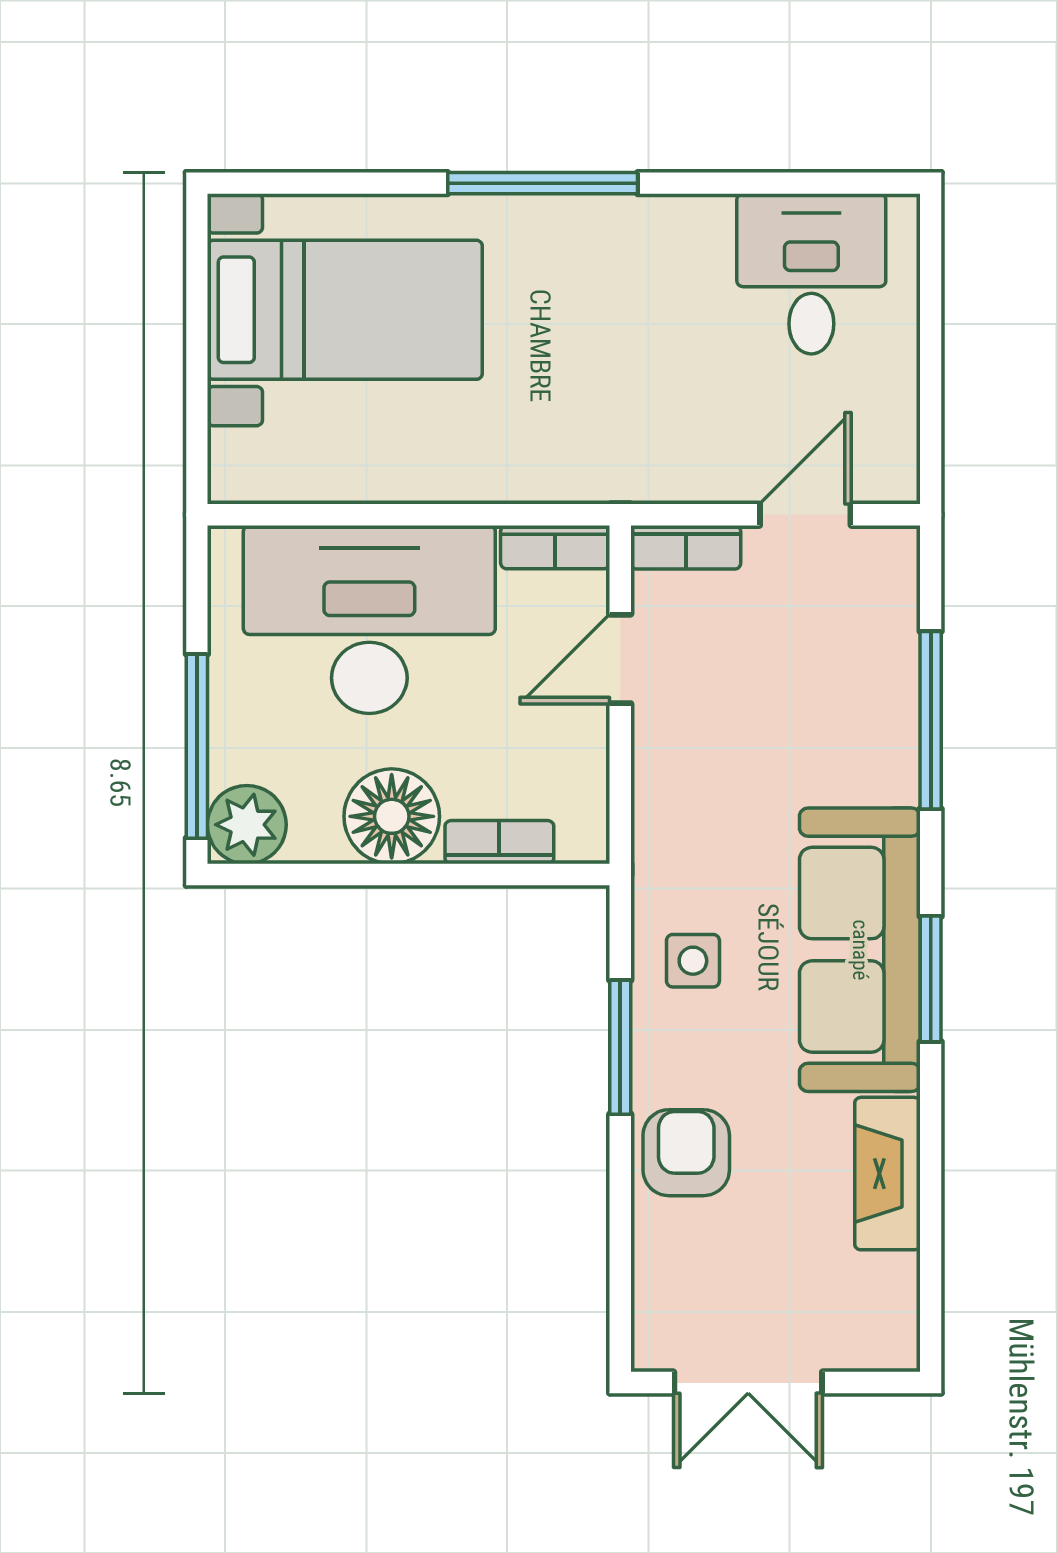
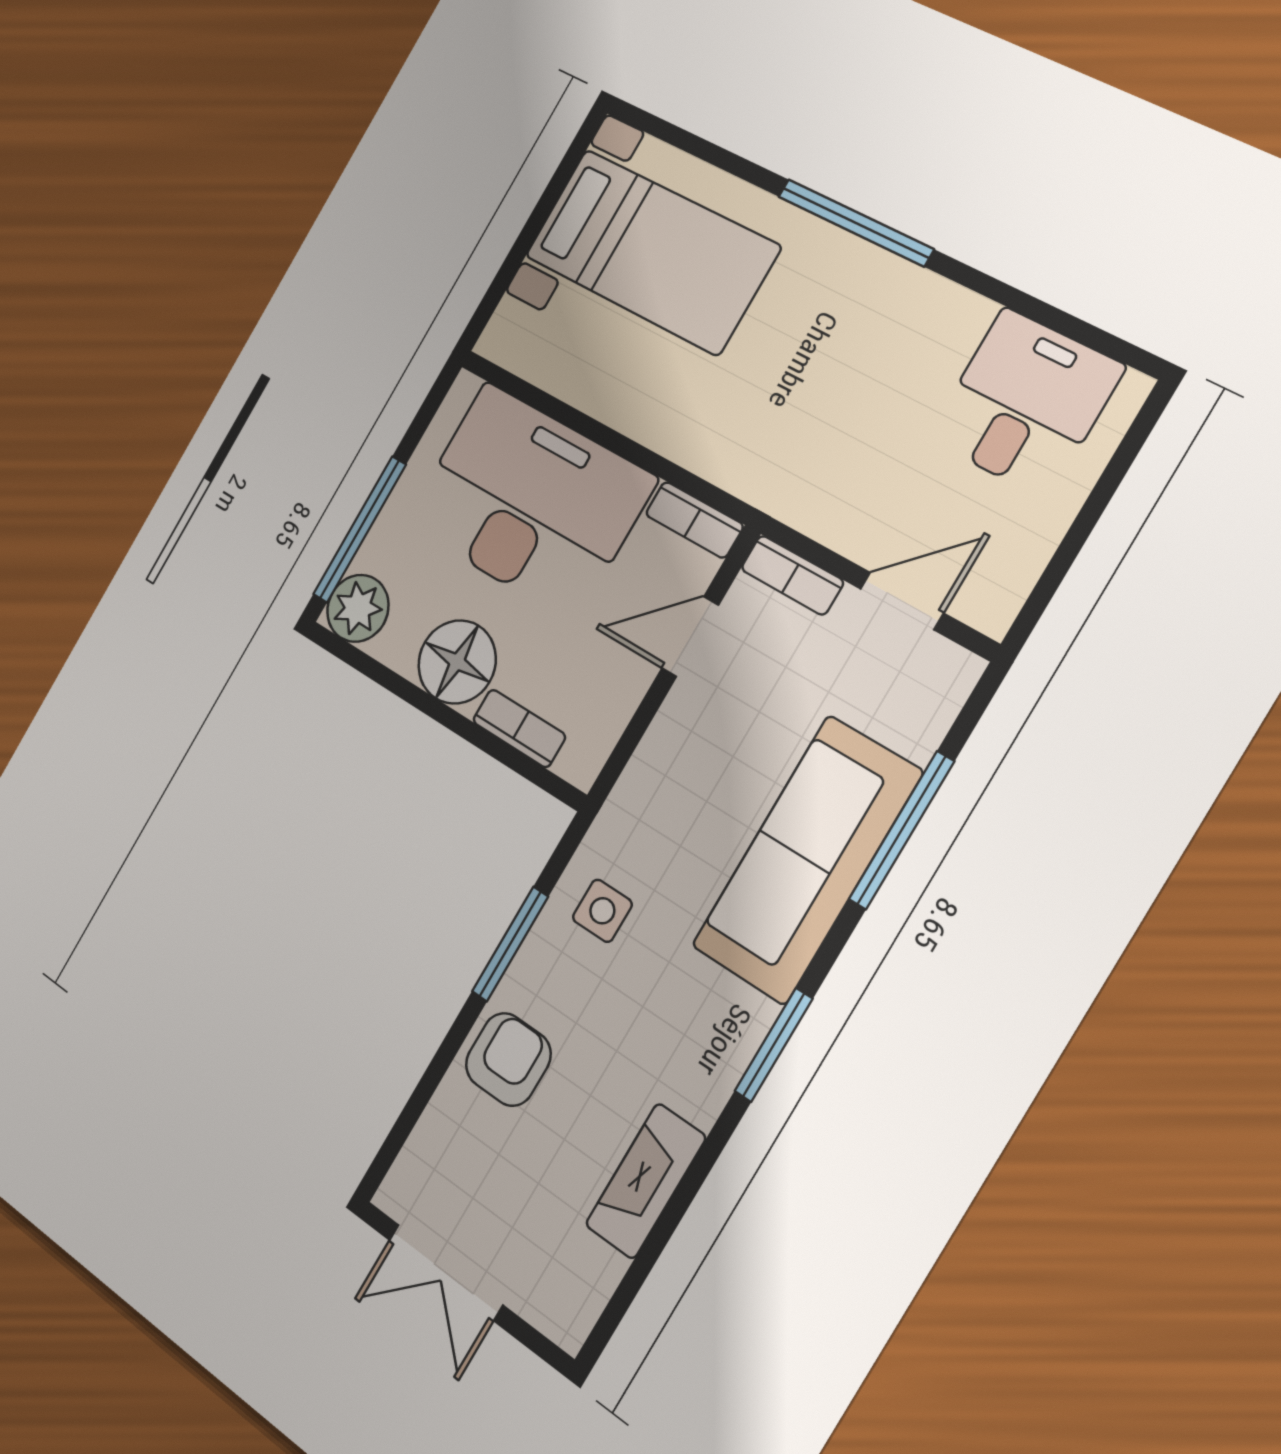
sofa: (860, 950) -> (807, 860), moved

